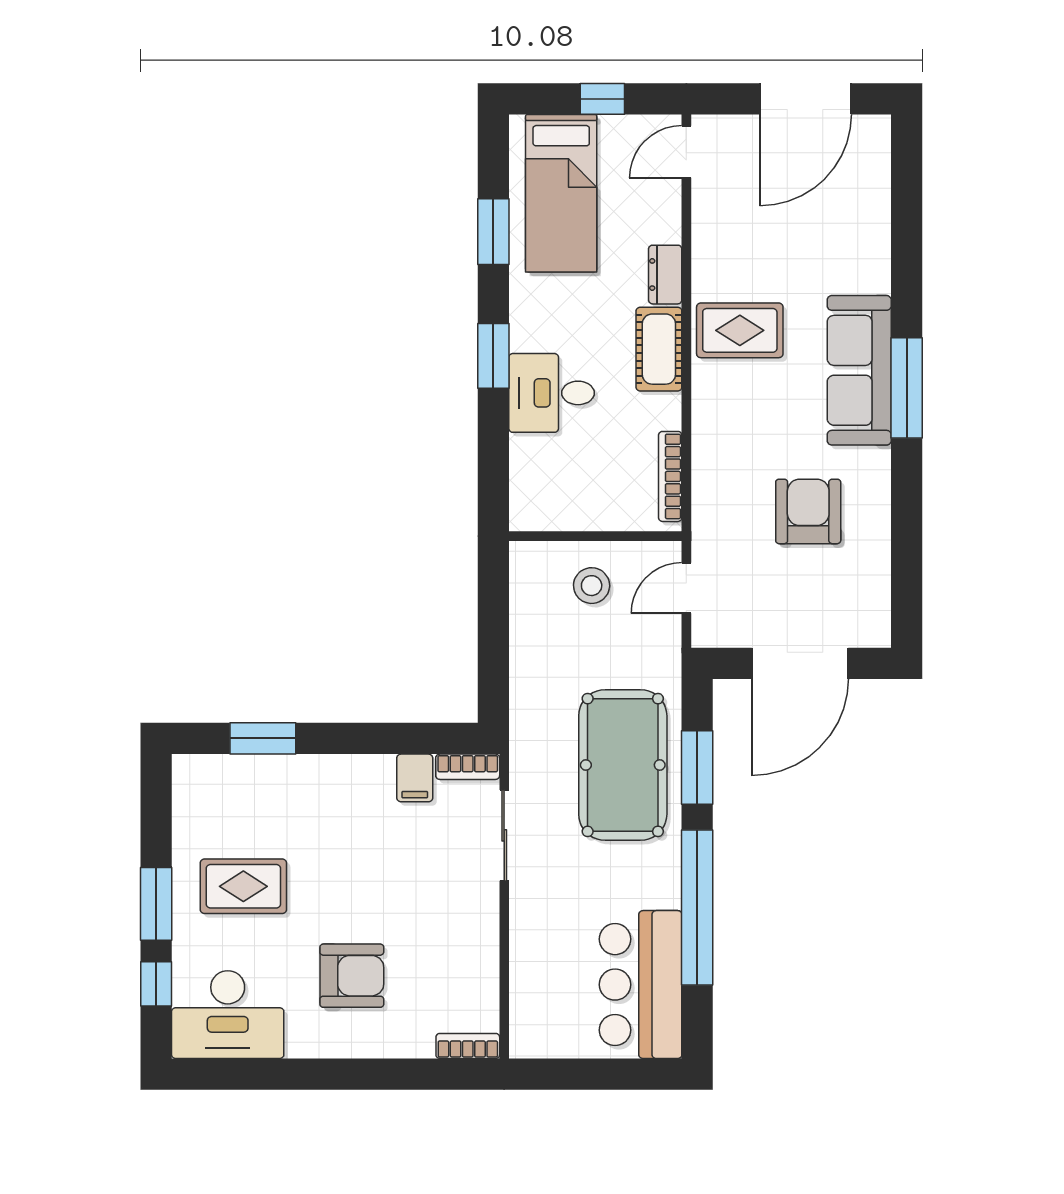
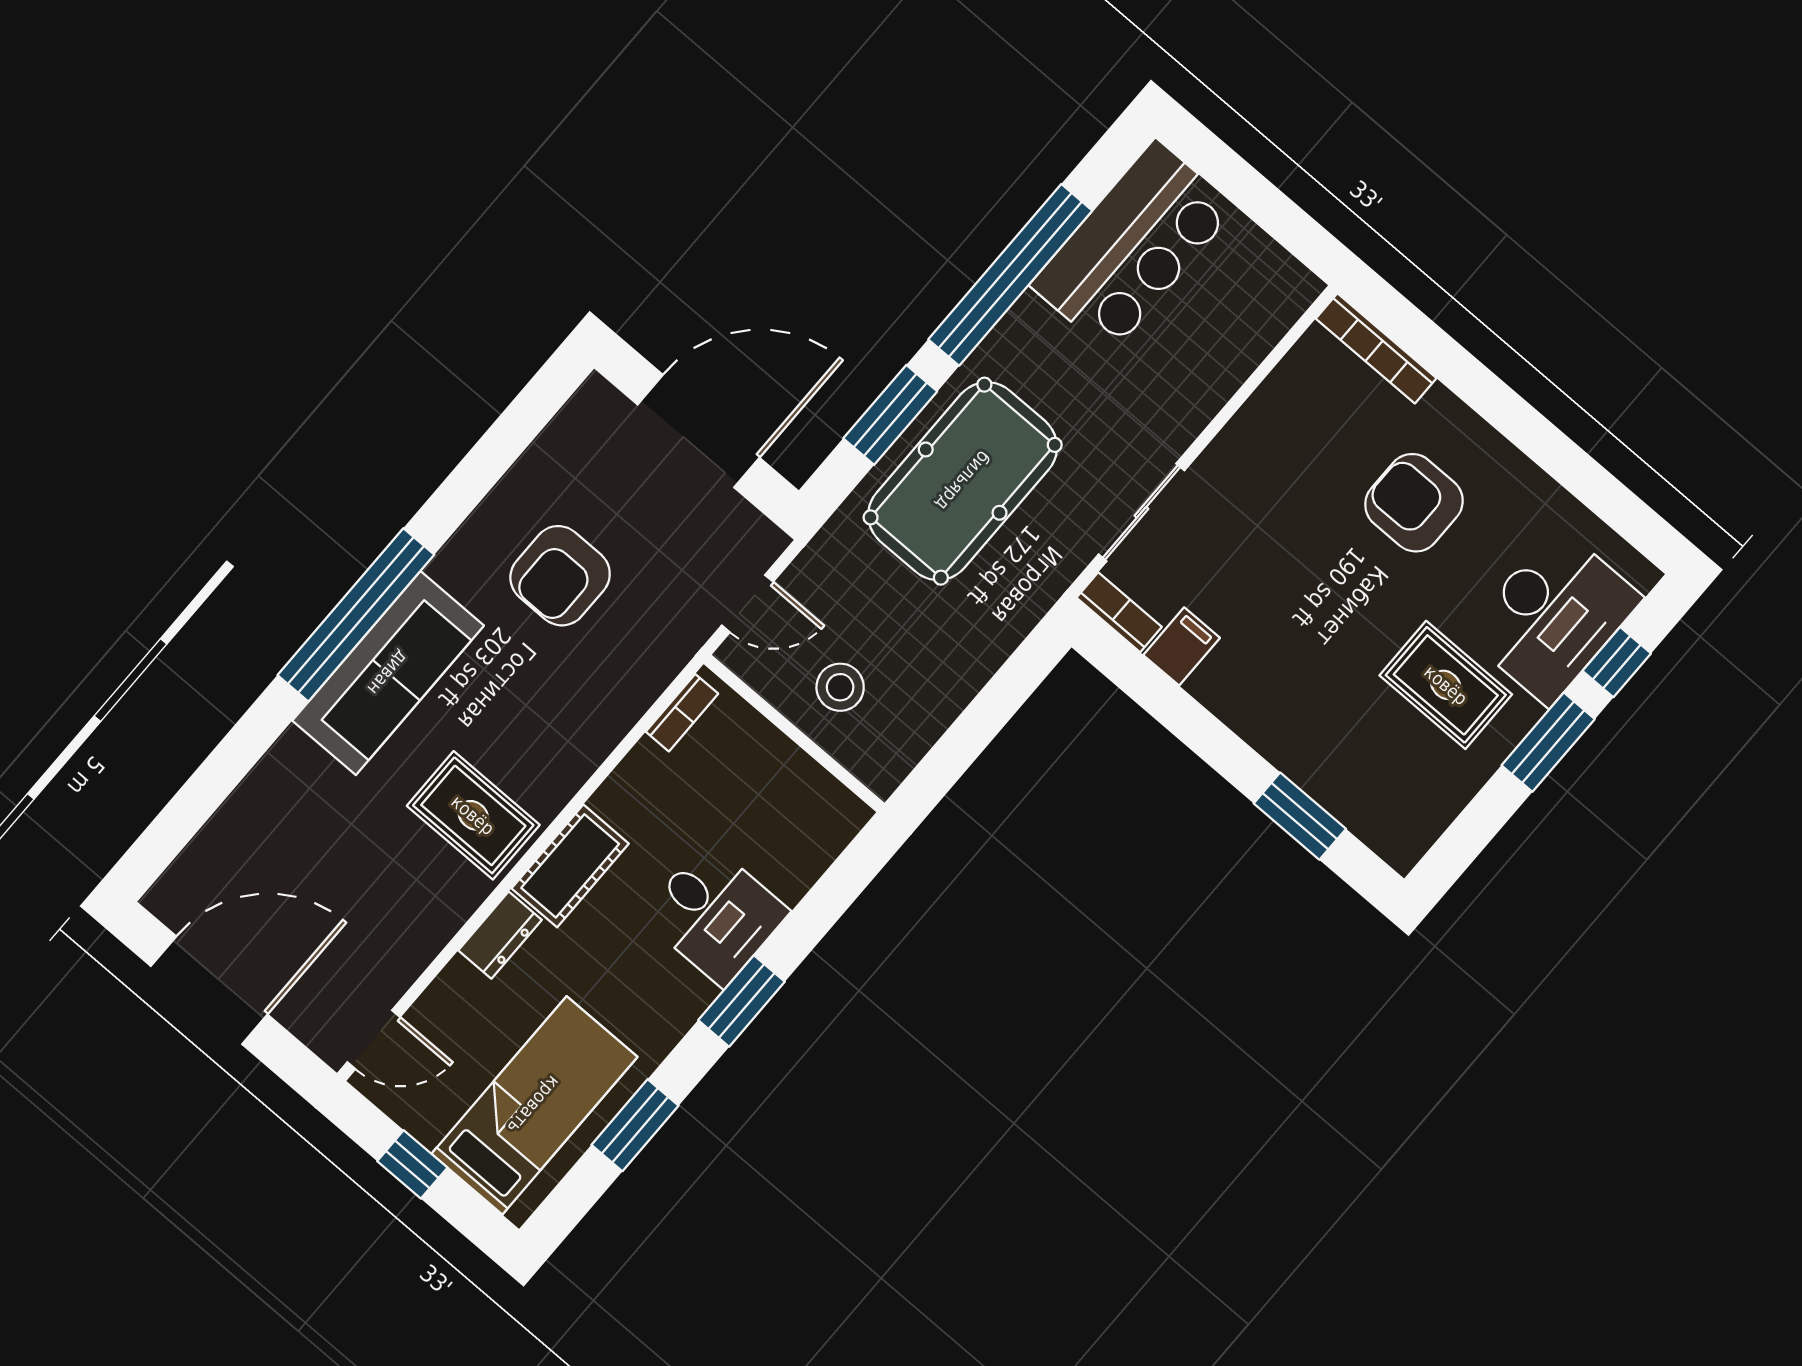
window: (907, 388) -> (356, 615), width x1.46
bookcase: (670, 476) -> (682, 713), width x0.64
desk: (228, 1015) -> (1553, 616), moved, turned 90
bookcase: (468, 1046) -> (1376, 348), width x1.56

